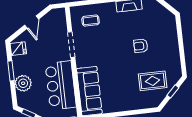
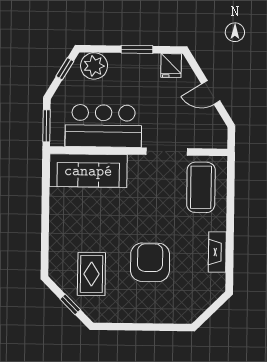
coffee table: (91, 21) -> (201, 187), width x1.86, depth x1.72
armchair: (141, 46) -> (150, 262), width x1.88, depth x1.88
plant: (23, 83) -> (94, 66), moved

